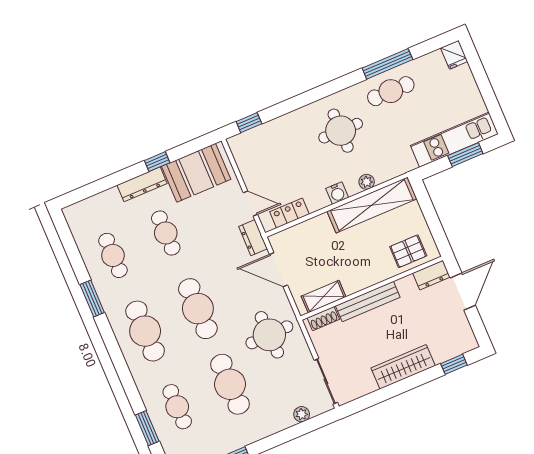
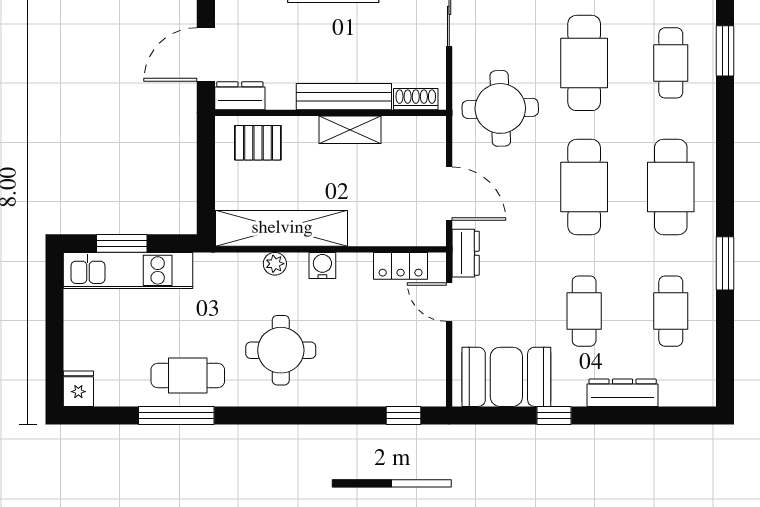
dresser: (142, 184) -> (623, 393), moved
shelving: (324, 297) -> (350, 130), moved

